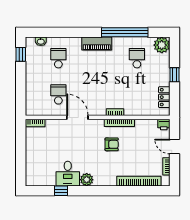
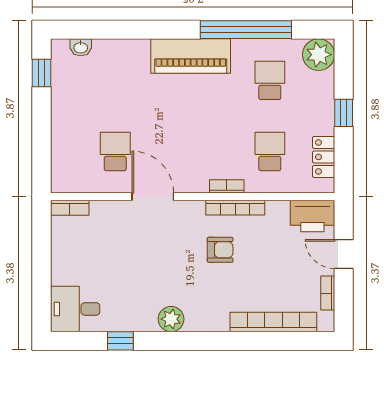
piano: (97, 44) -> (191, 56), width x1.37, depth x1.33
school desk: (58, 58) -> (270, 152), moved
printer: (164, 125) -> (312, 216), width x1.87, depth x1.48
desk: (68, 174) -> (75, 309), moved, turned 90

